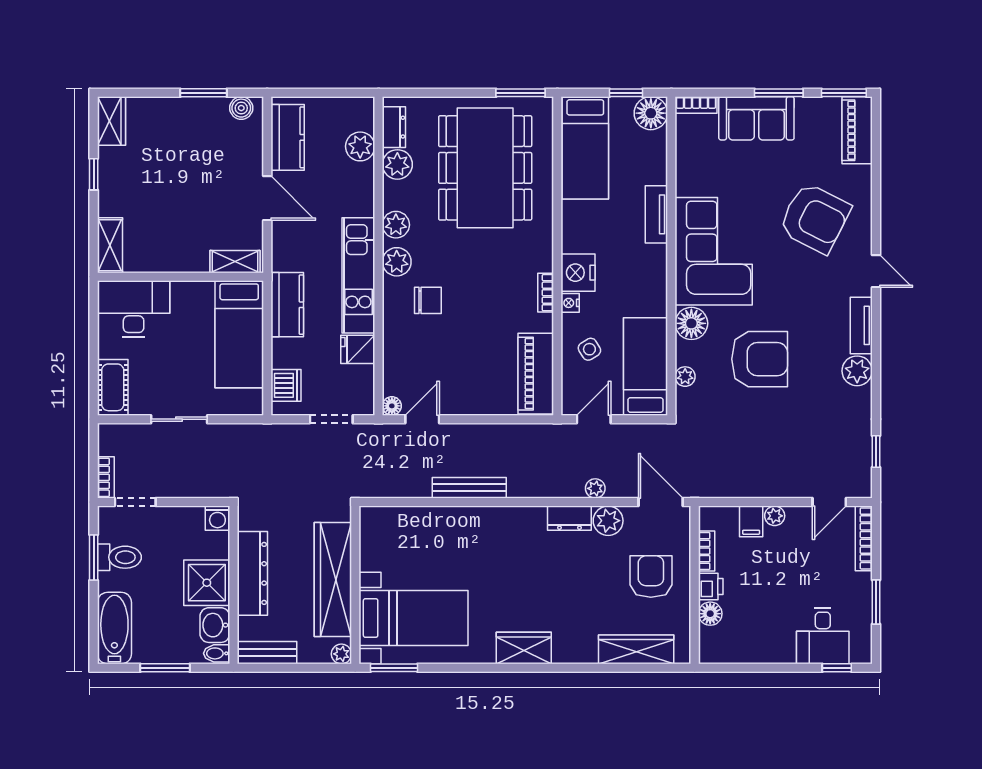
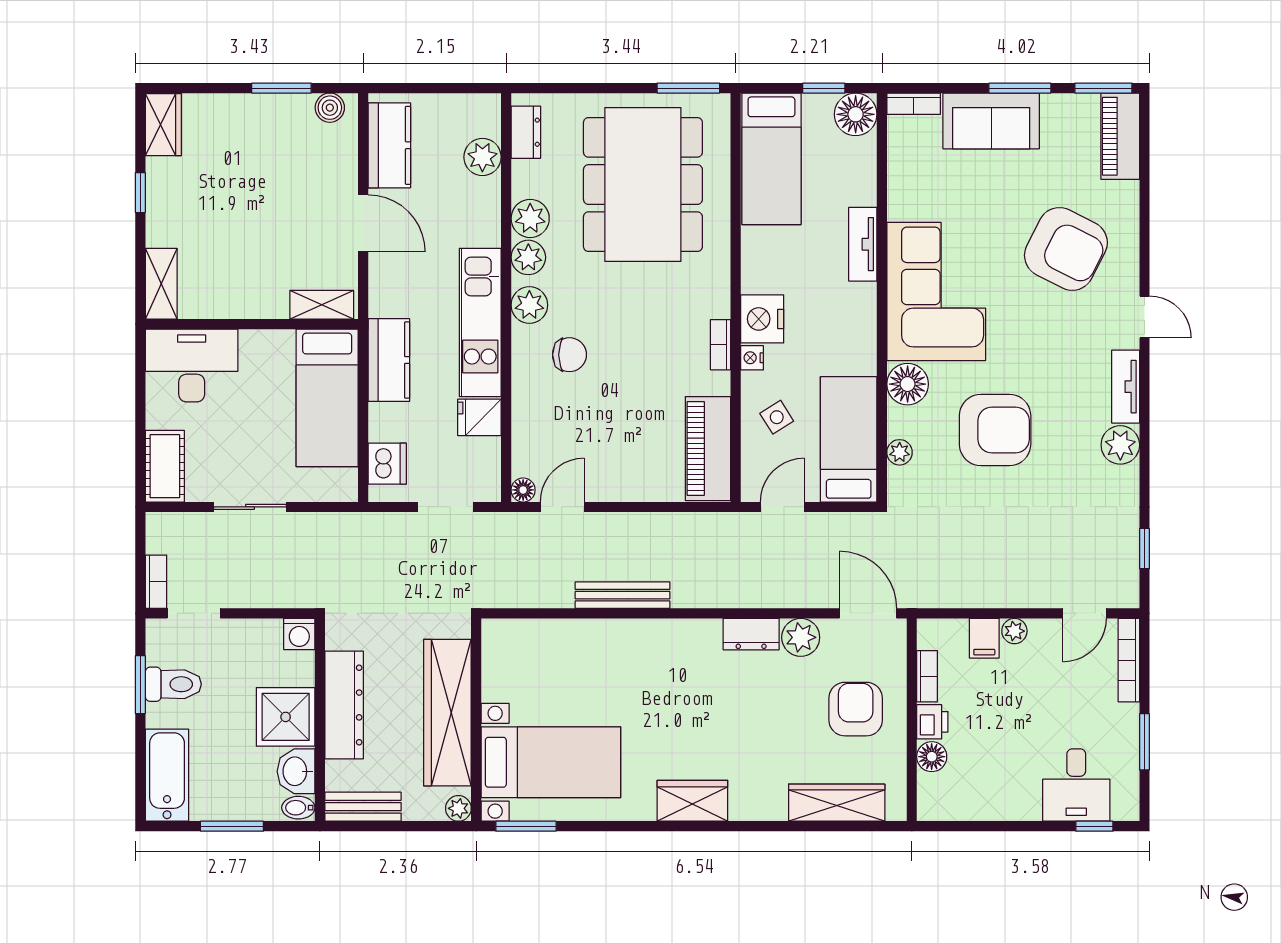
plant: (397, 164) -> (530, 218), moved
plant: (595, 488) -> (784, 596), removed

